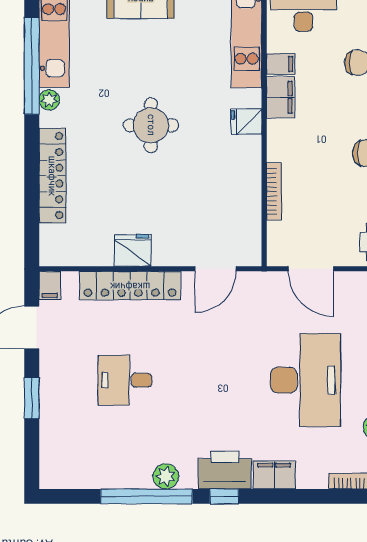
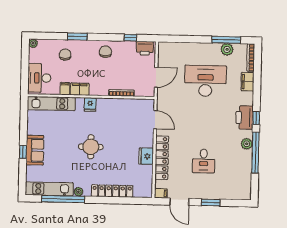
filing cabinet: (274, 475) -> (248, 82), moved

